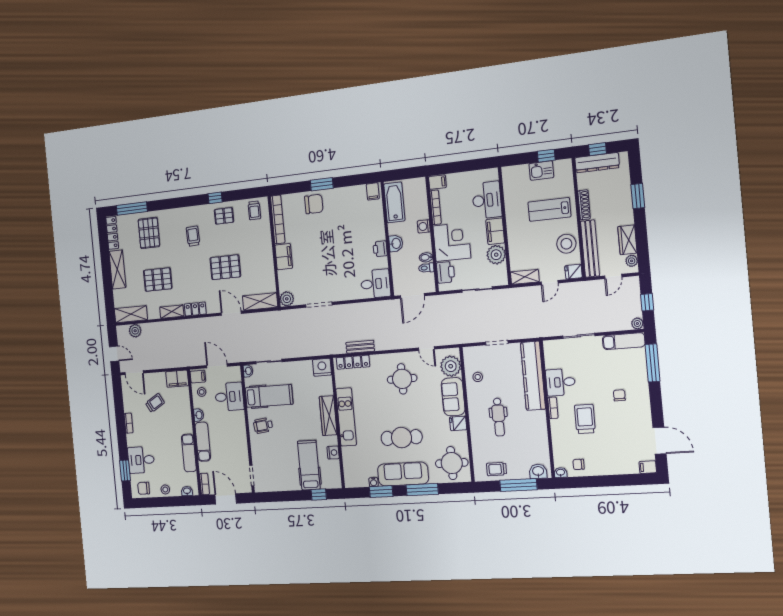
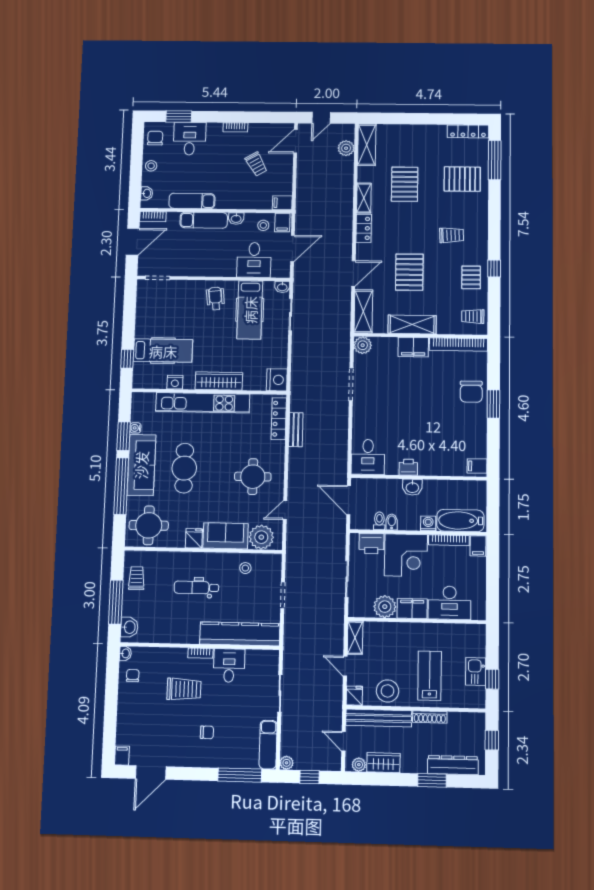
dresser: (597, 163) -> (453, 765), moved, turned 90
bathtub: (394, 202) -> (460, 521), moved, turned 180
shelving: (117, 269) -> (412, 324), moved
filing cabinet: (177, 379) -> (282, 203), width x0.50
kitchen unit: (346, 417) -> (203, 403), width x1.36
window: (422, 490) -> (121, 486), width x1.46

